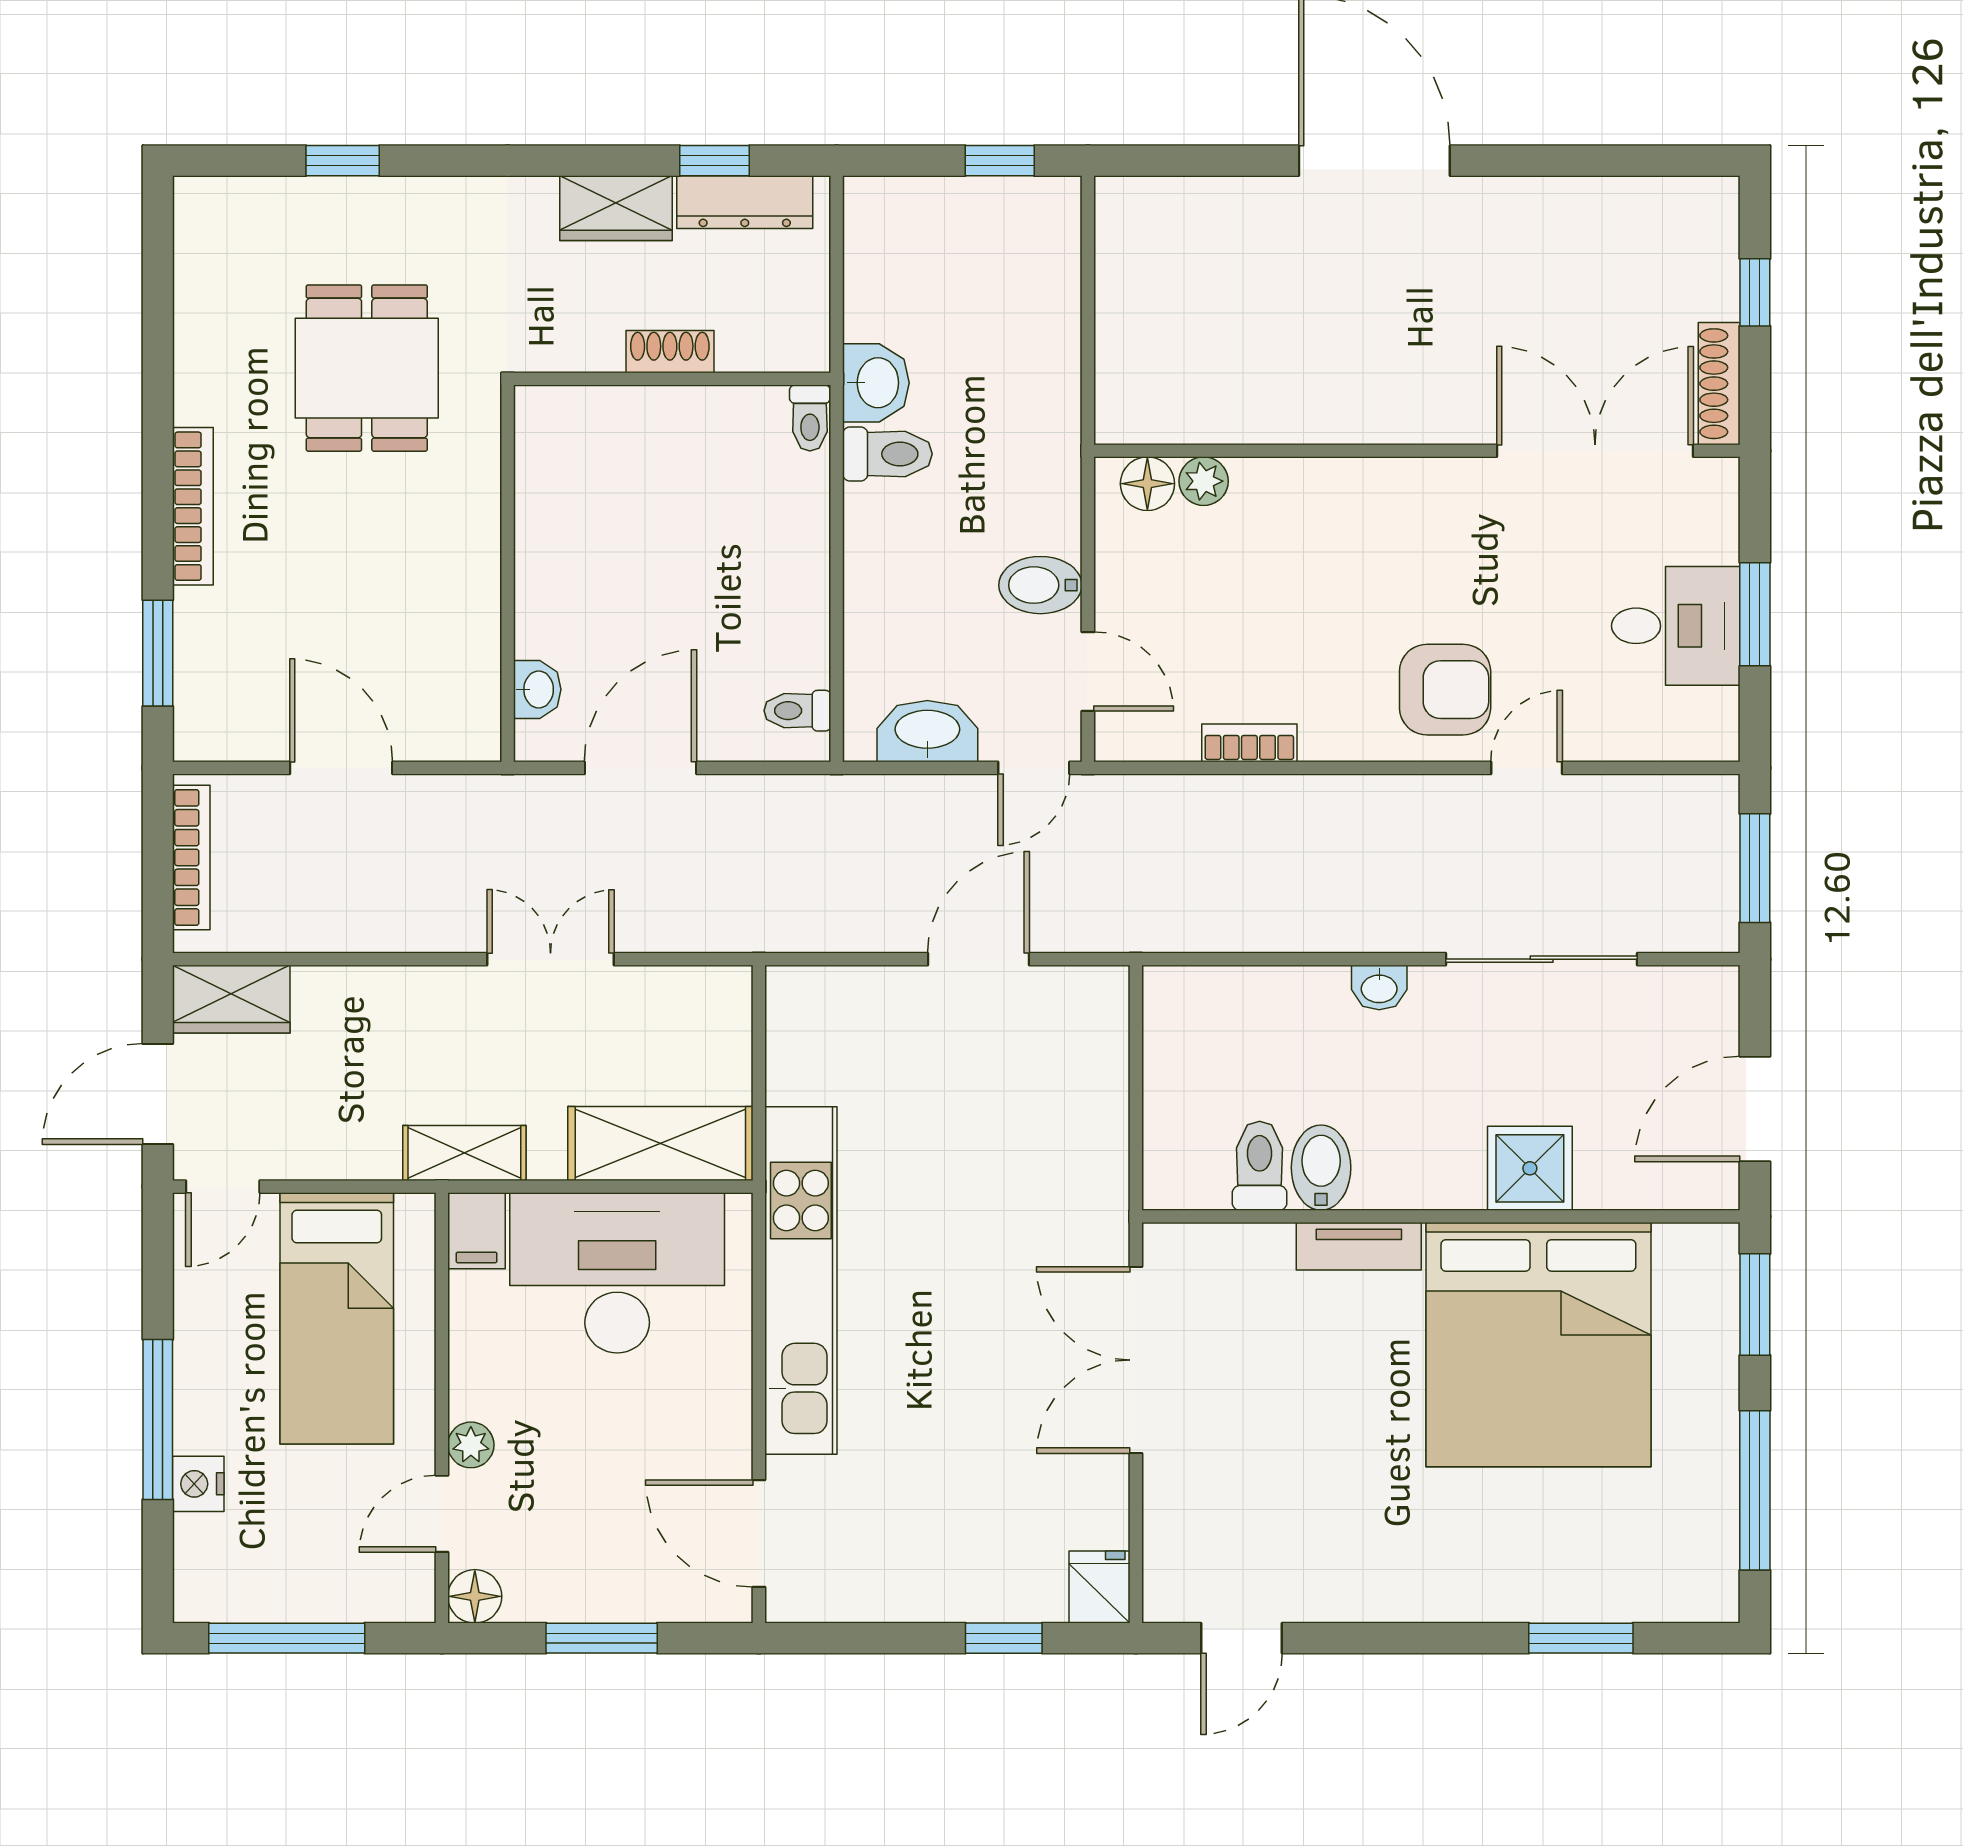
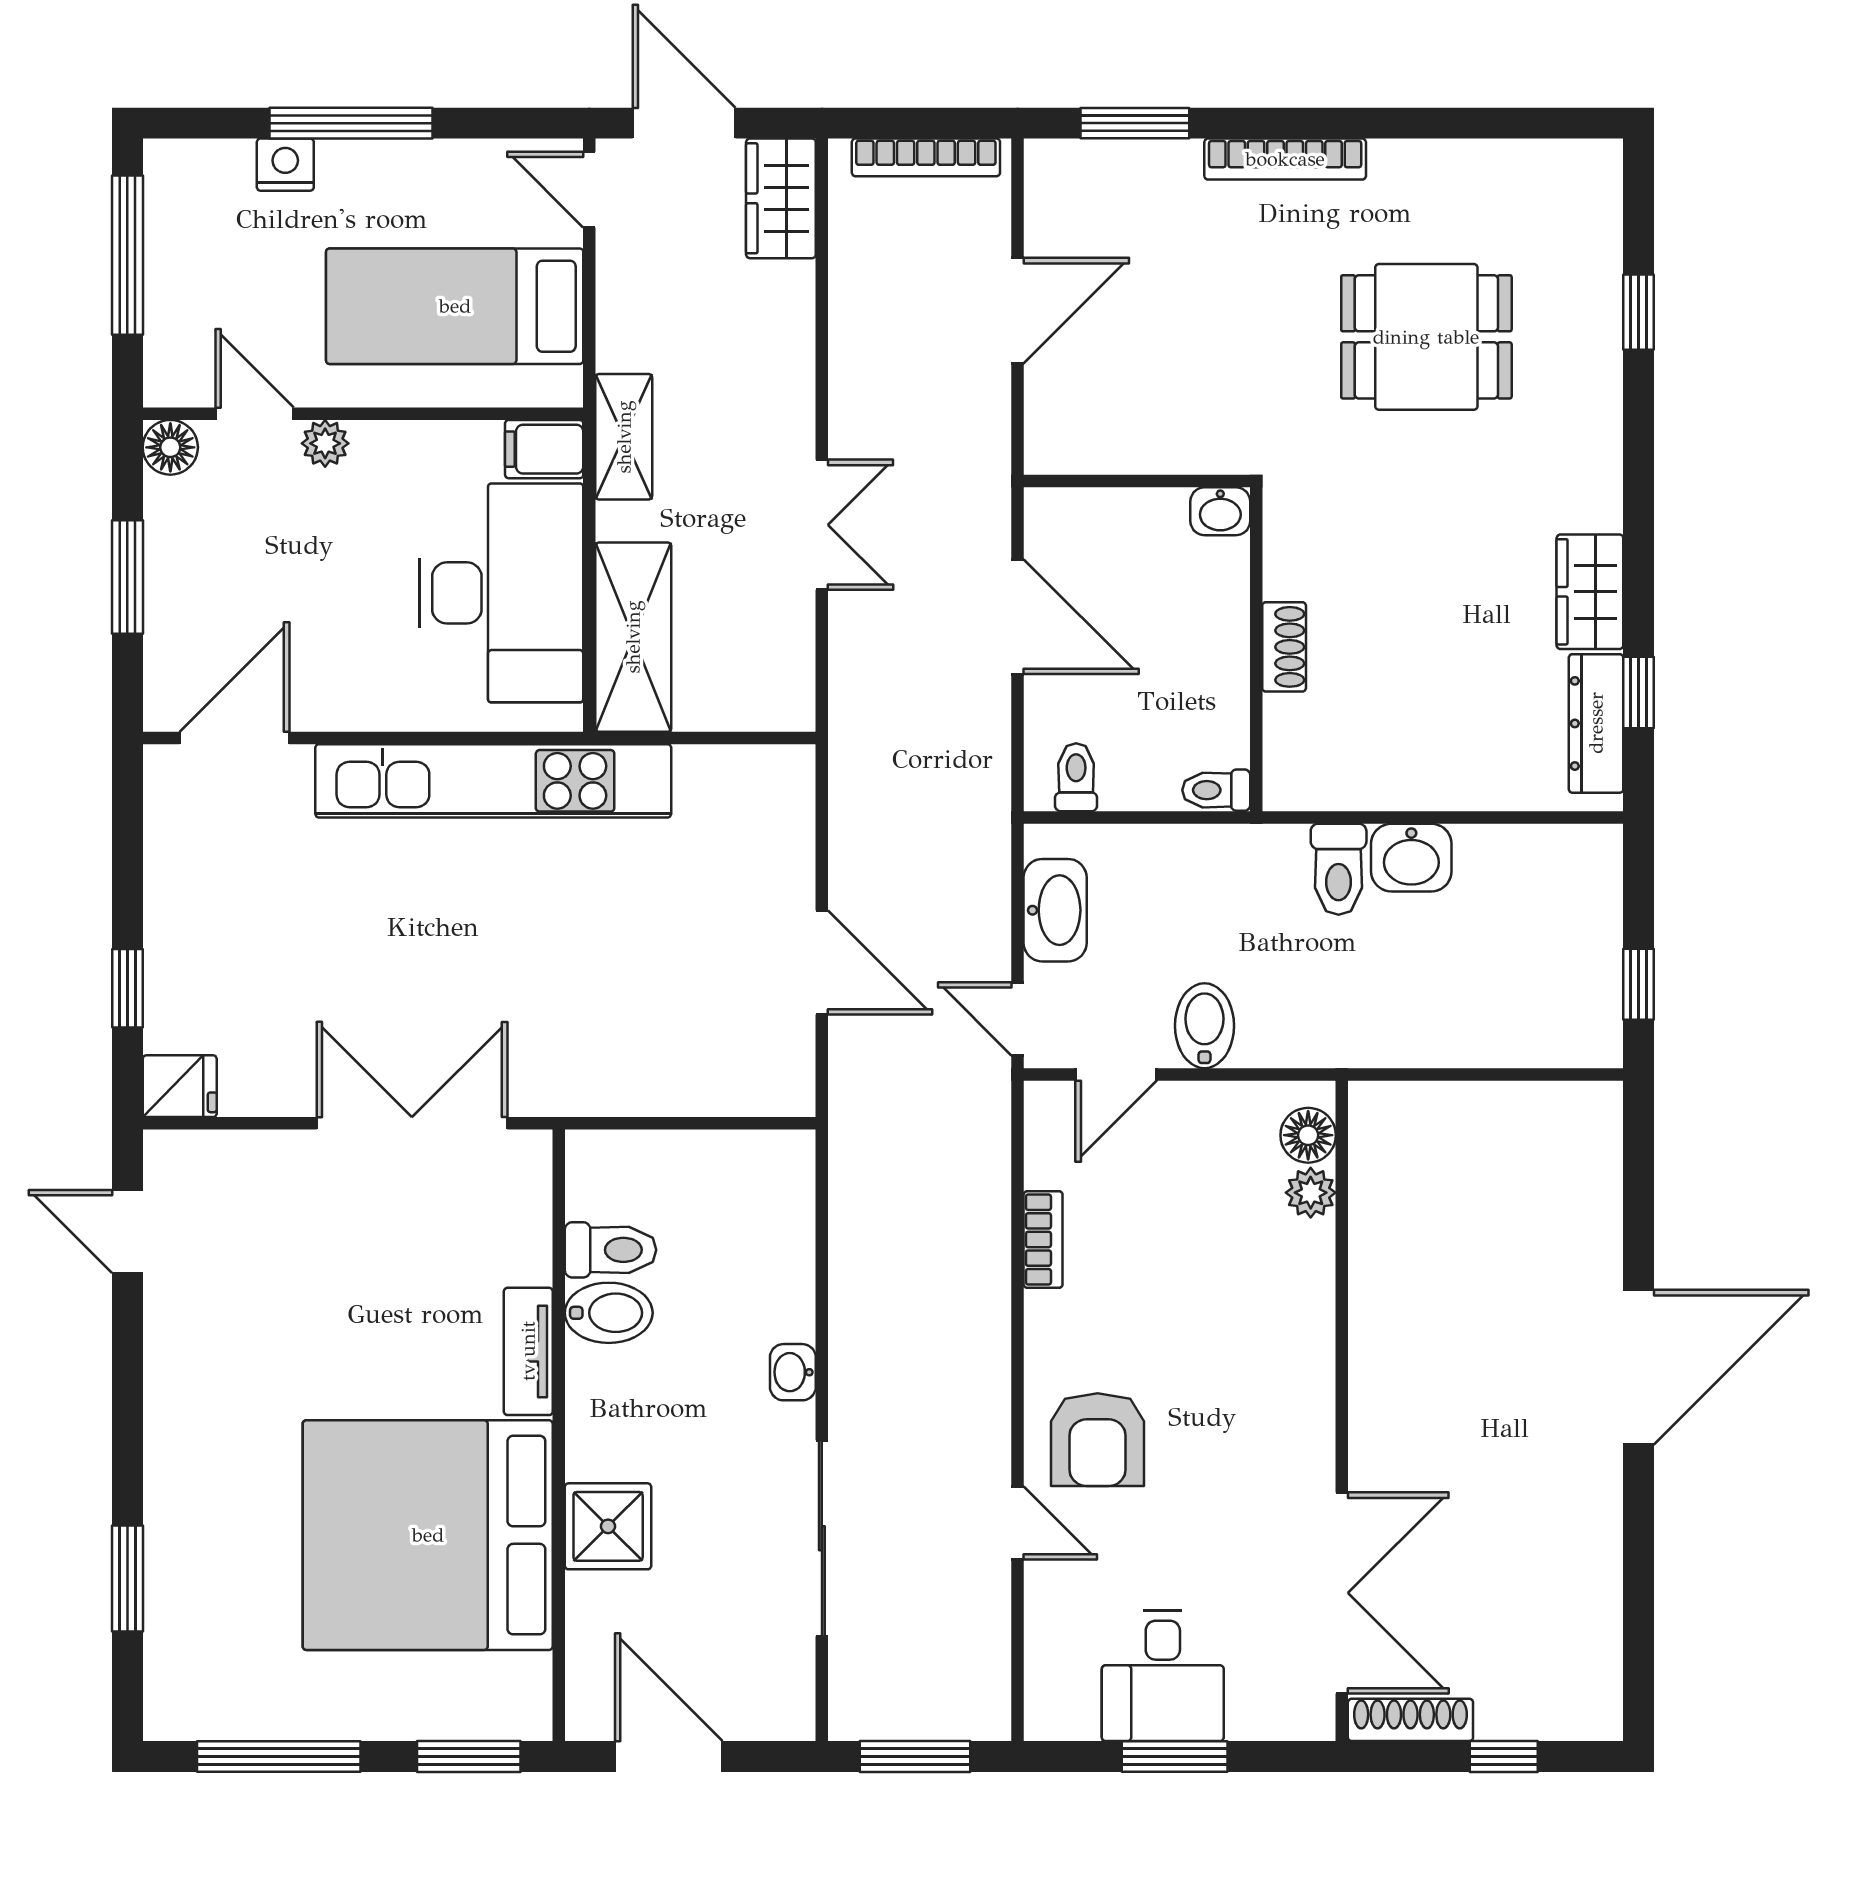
shoe rack: (670, 352) -> (1284, 647), moved
wall: (672, 379) -> (1256, 649), moved
toilet: (810, 418) -> (1216, 790), moved
washbasin: (537, 689) -> (1220, 511), moved

